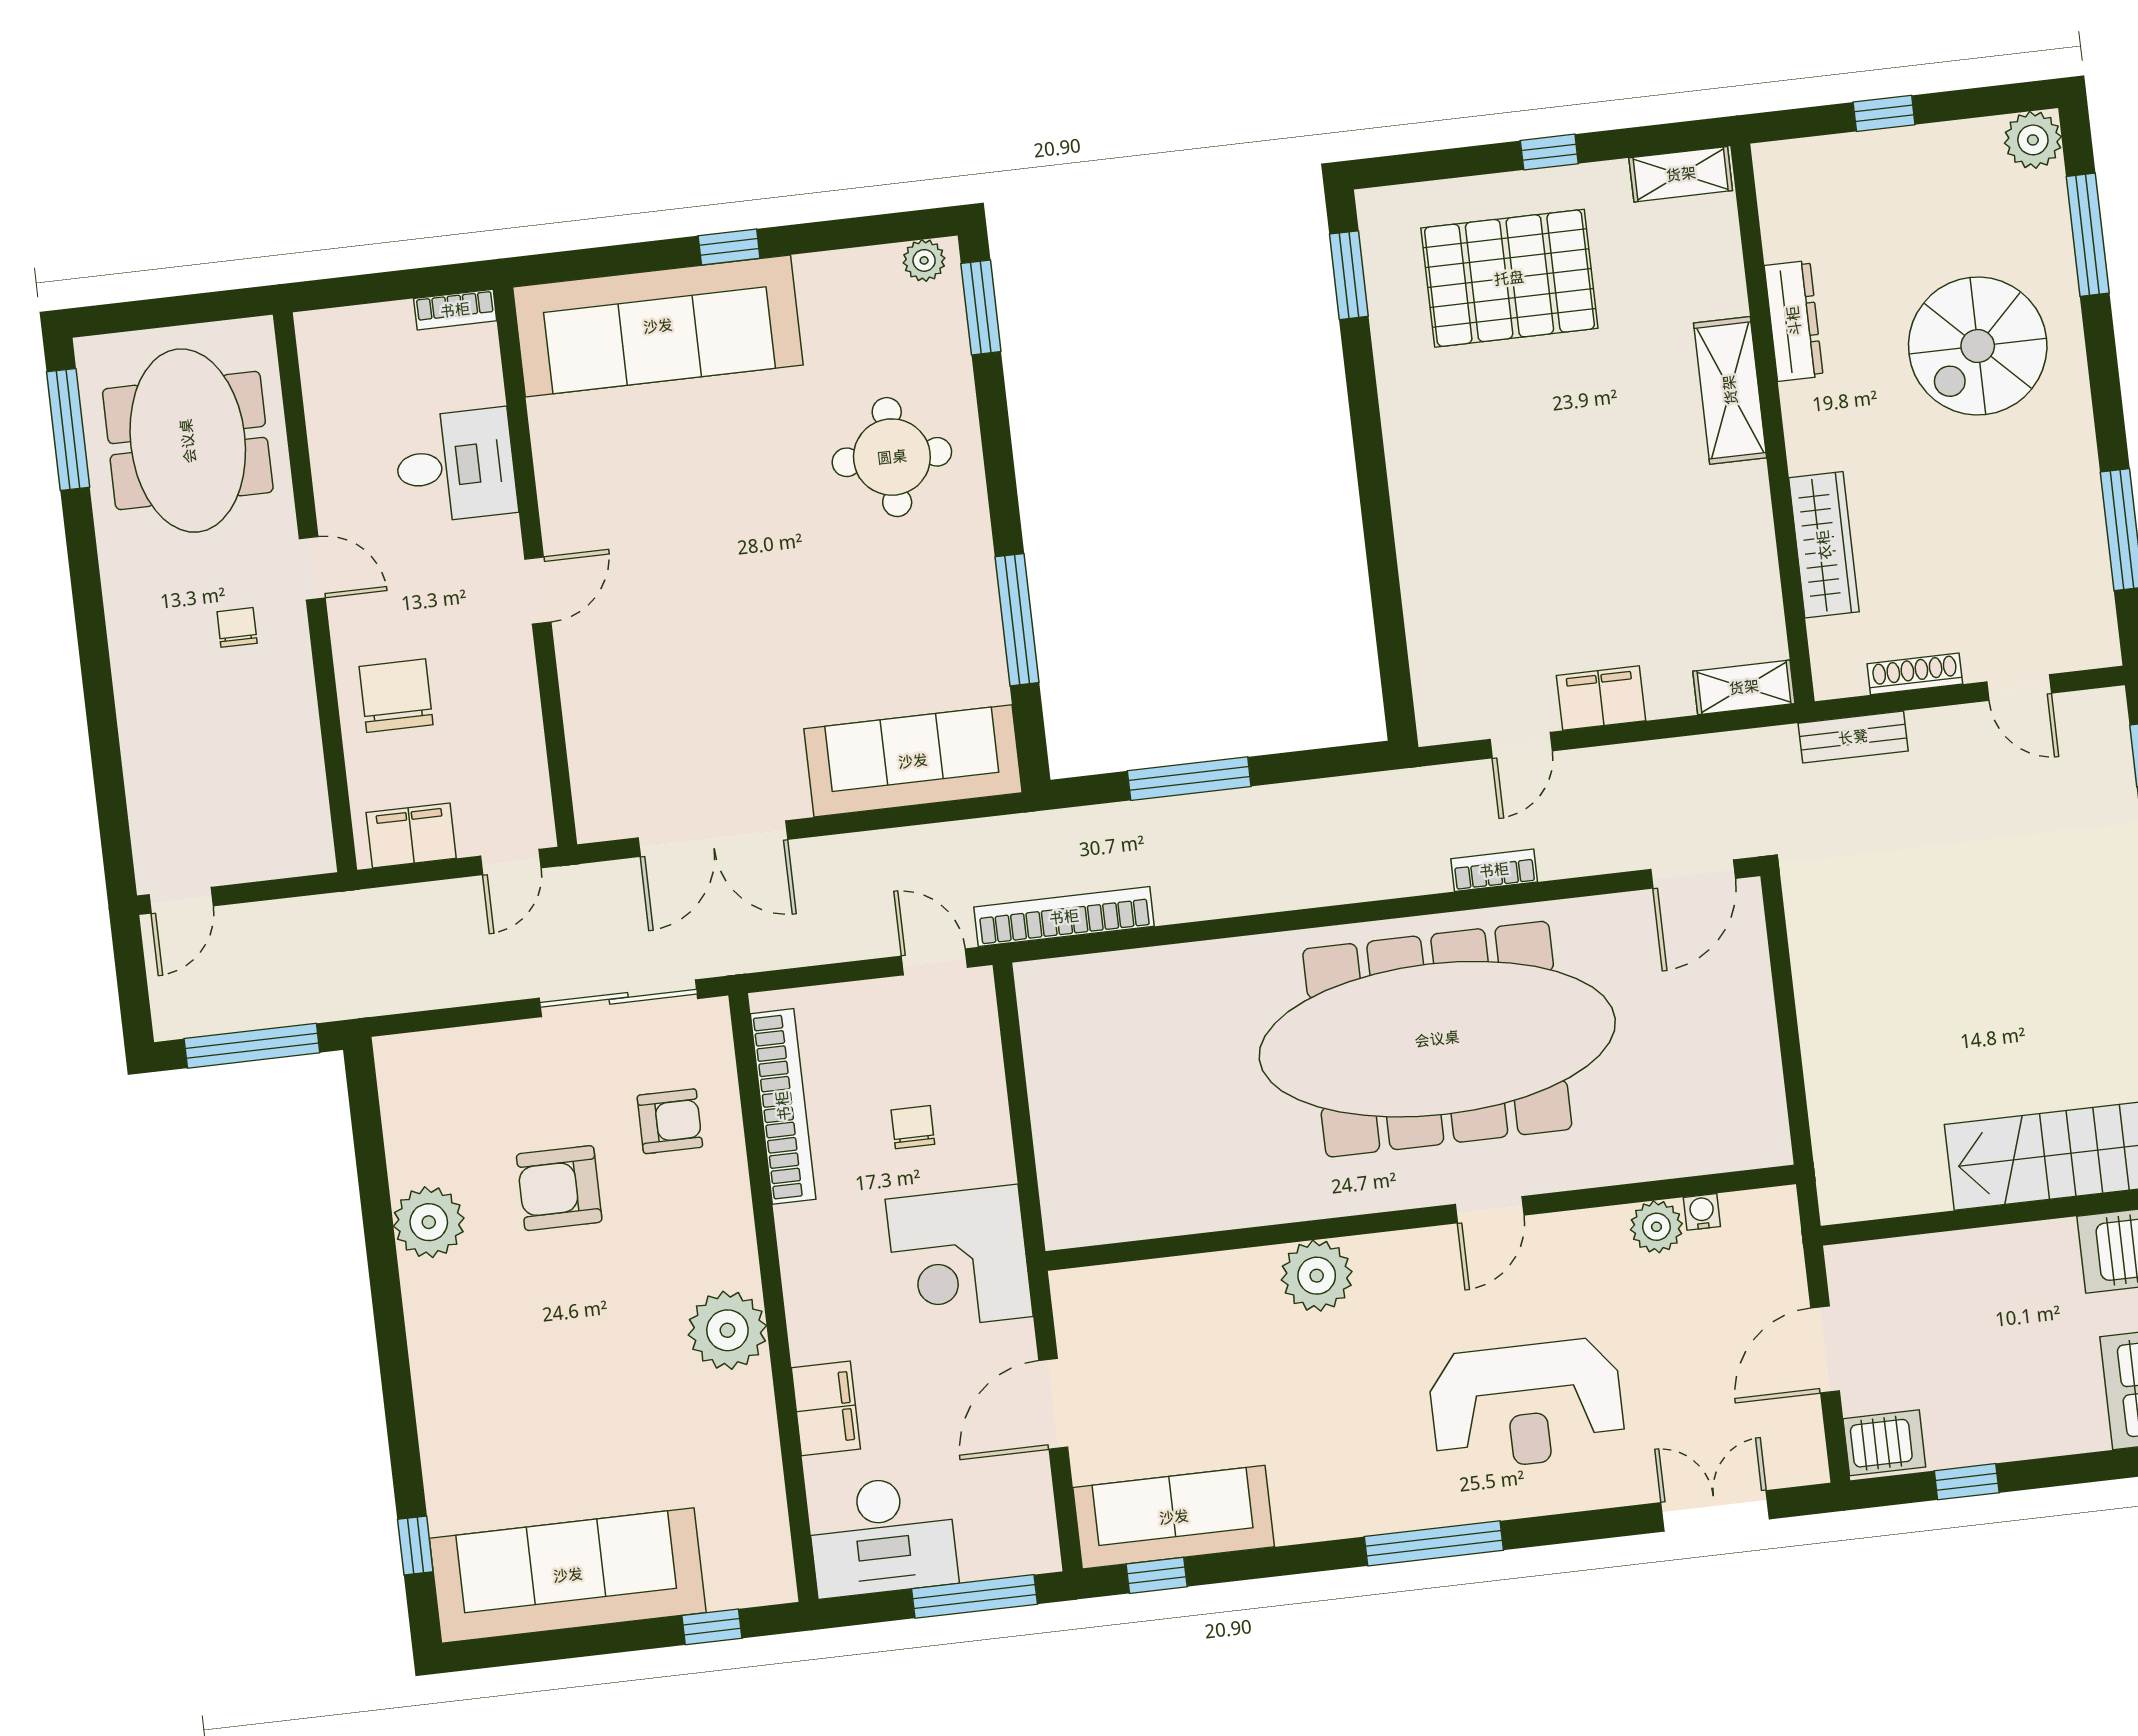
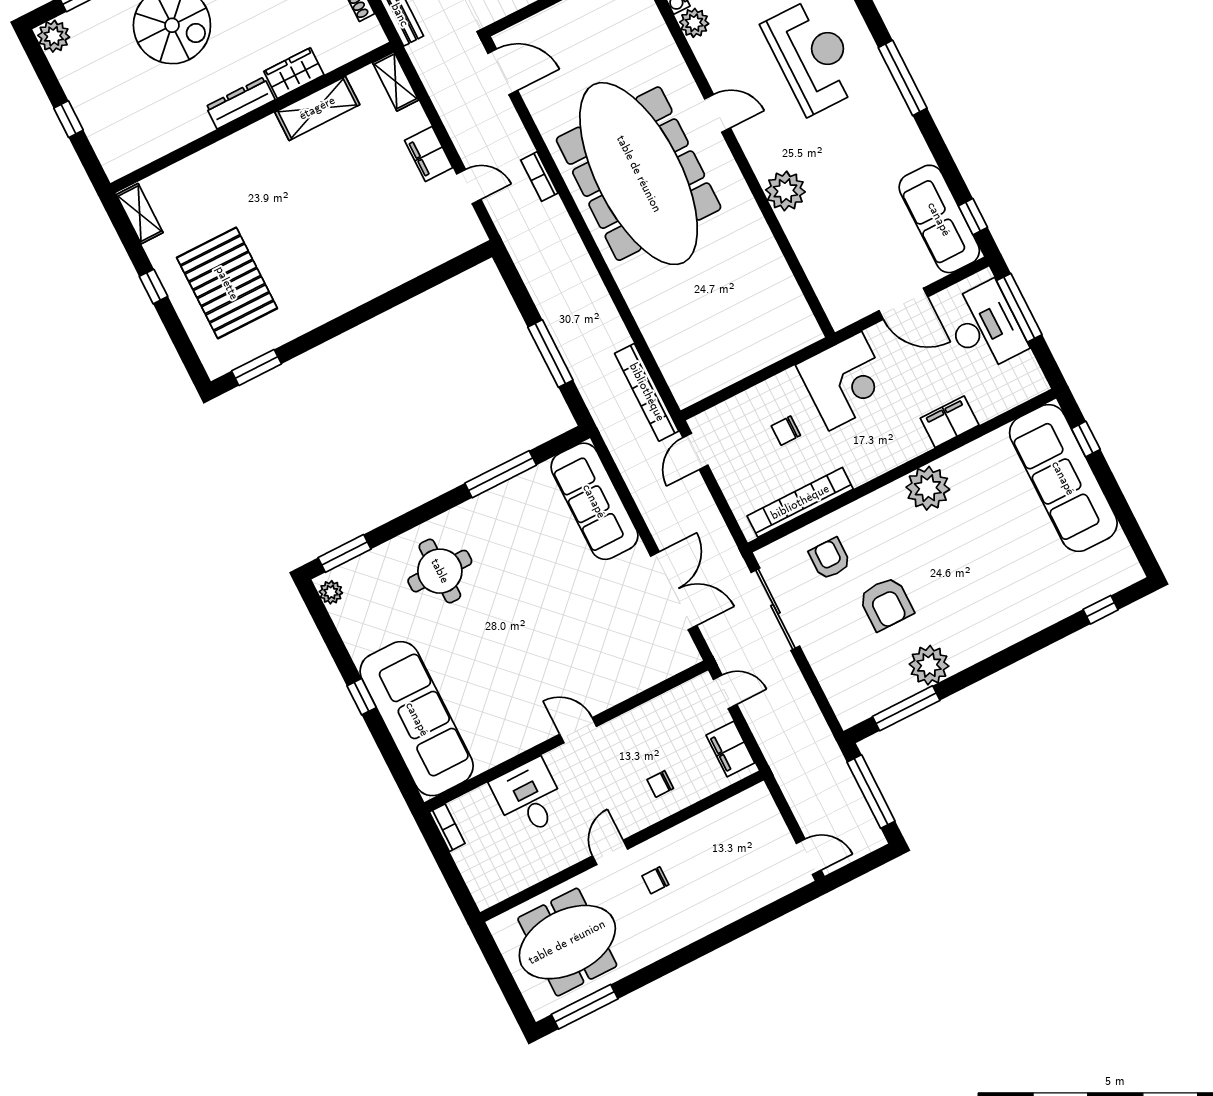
dresser: (1794, 321) -> (240, 103), moved
shelving: (1730, 390) -> (317, 108), moved
wardrobe: (1824, 545) -> (294, 73), width x0.67
chair: (396, 696) -> (660, 784), width x0.54, depth x0.54
window: (370, 1157) -> (906, 708), added
desk: (882, 1536) -> (985, 327), moved
sofa: (568, 1575) -> (1063, 478), moved

